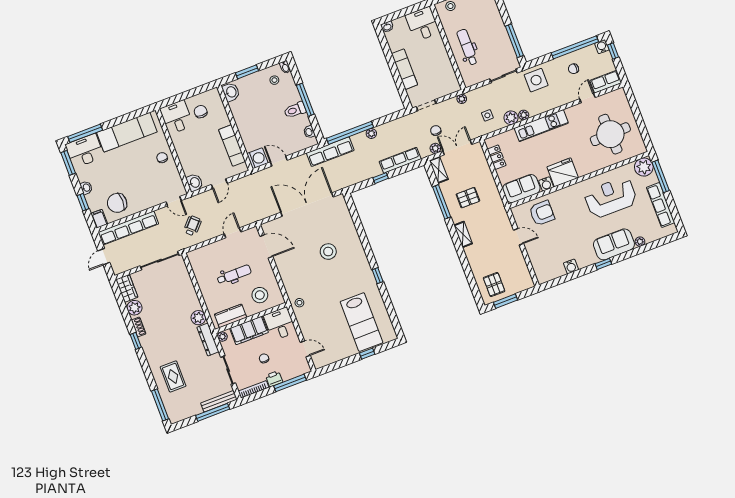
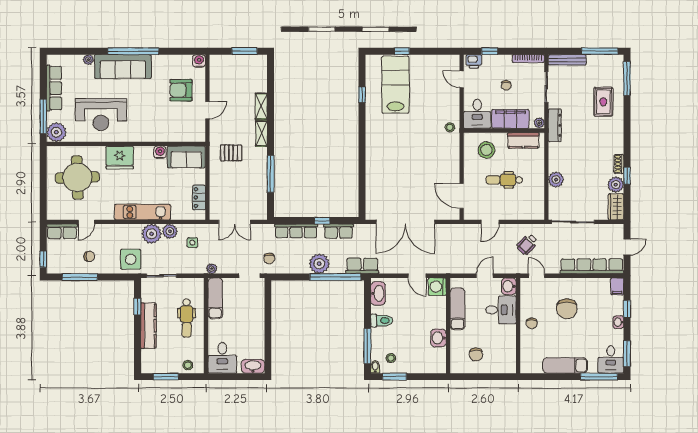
washbasin: (387, 27) -> (253, 366), width x1.91, depth x1.45
kitchen counter: (498, 28) -> (148, 326), added
window: (514, 41) -> (137, 307), width x0.46
window: (575, 47) -> (80, 277), width x0.68
water cooler: (602, 47) -> (53, 268), removed
exam couch: (405, 69) -> (215, 298), moved, turned 180
window: (247, 72) -> (394, 377), moved
washbasin: (231, 92) -> (438, 338), moved
window: (305, 100) -> (367, 346), moved
plant: (524, 115) -> (152, 234), width x1.88, depth x1.88
desk: (177, 117) -> (501, 310), moved, turned -90
chair: (436, 131) -> (269, 258), moved
exam couch: (127, 132) -> (565, 365), width x0.73, depth x0.69
washbasin: (309, 132) -> (378, 293), width x1.91, depth x1.45
plant: (371, 133) -> (319, 264), width x1.87, depth x1.87
plant: (435, 148) -> (257, 229), removed
desk: (85, 151) -> (611, 359), width x0.73
row of seats: (330, 152) -> (362, 266), width x0.68
shelving: (439, 170) -> (261, 106), moved
fridge: (563, 172) -> (120, 158), moved
row of seats: (363, 174) -> (339, 231), added
pallet: (468, 198) -> (231, 153), moved
chair: (117, 203) -> (567, 309), moved, turned 90
armchair: (542, 213) -> (181, 90), moved
door: (518, 237) -> (207, 110), swing flipped
sofa: (614, 244) -> (123, 67), width x1.36
stool: (328, 252) -> (402, 167), removed
window: (603, 264) -> (133, 51), width x3.17
water cooler: (571, 266) -> (199, 61), moved
window: (378, 276) -> (362, 95), moved
pallet: (494, 284) -> (250, 72), removed
plant: (198, 318) -> (556, 180), moved
window: (136, 341) -> (627, 176), moved
printer: (274, 379) -> (474, 61), moved
window: (290, 383) -> (490, 51), width x0.46
window: (213, 412) -> (600, 51), moved

